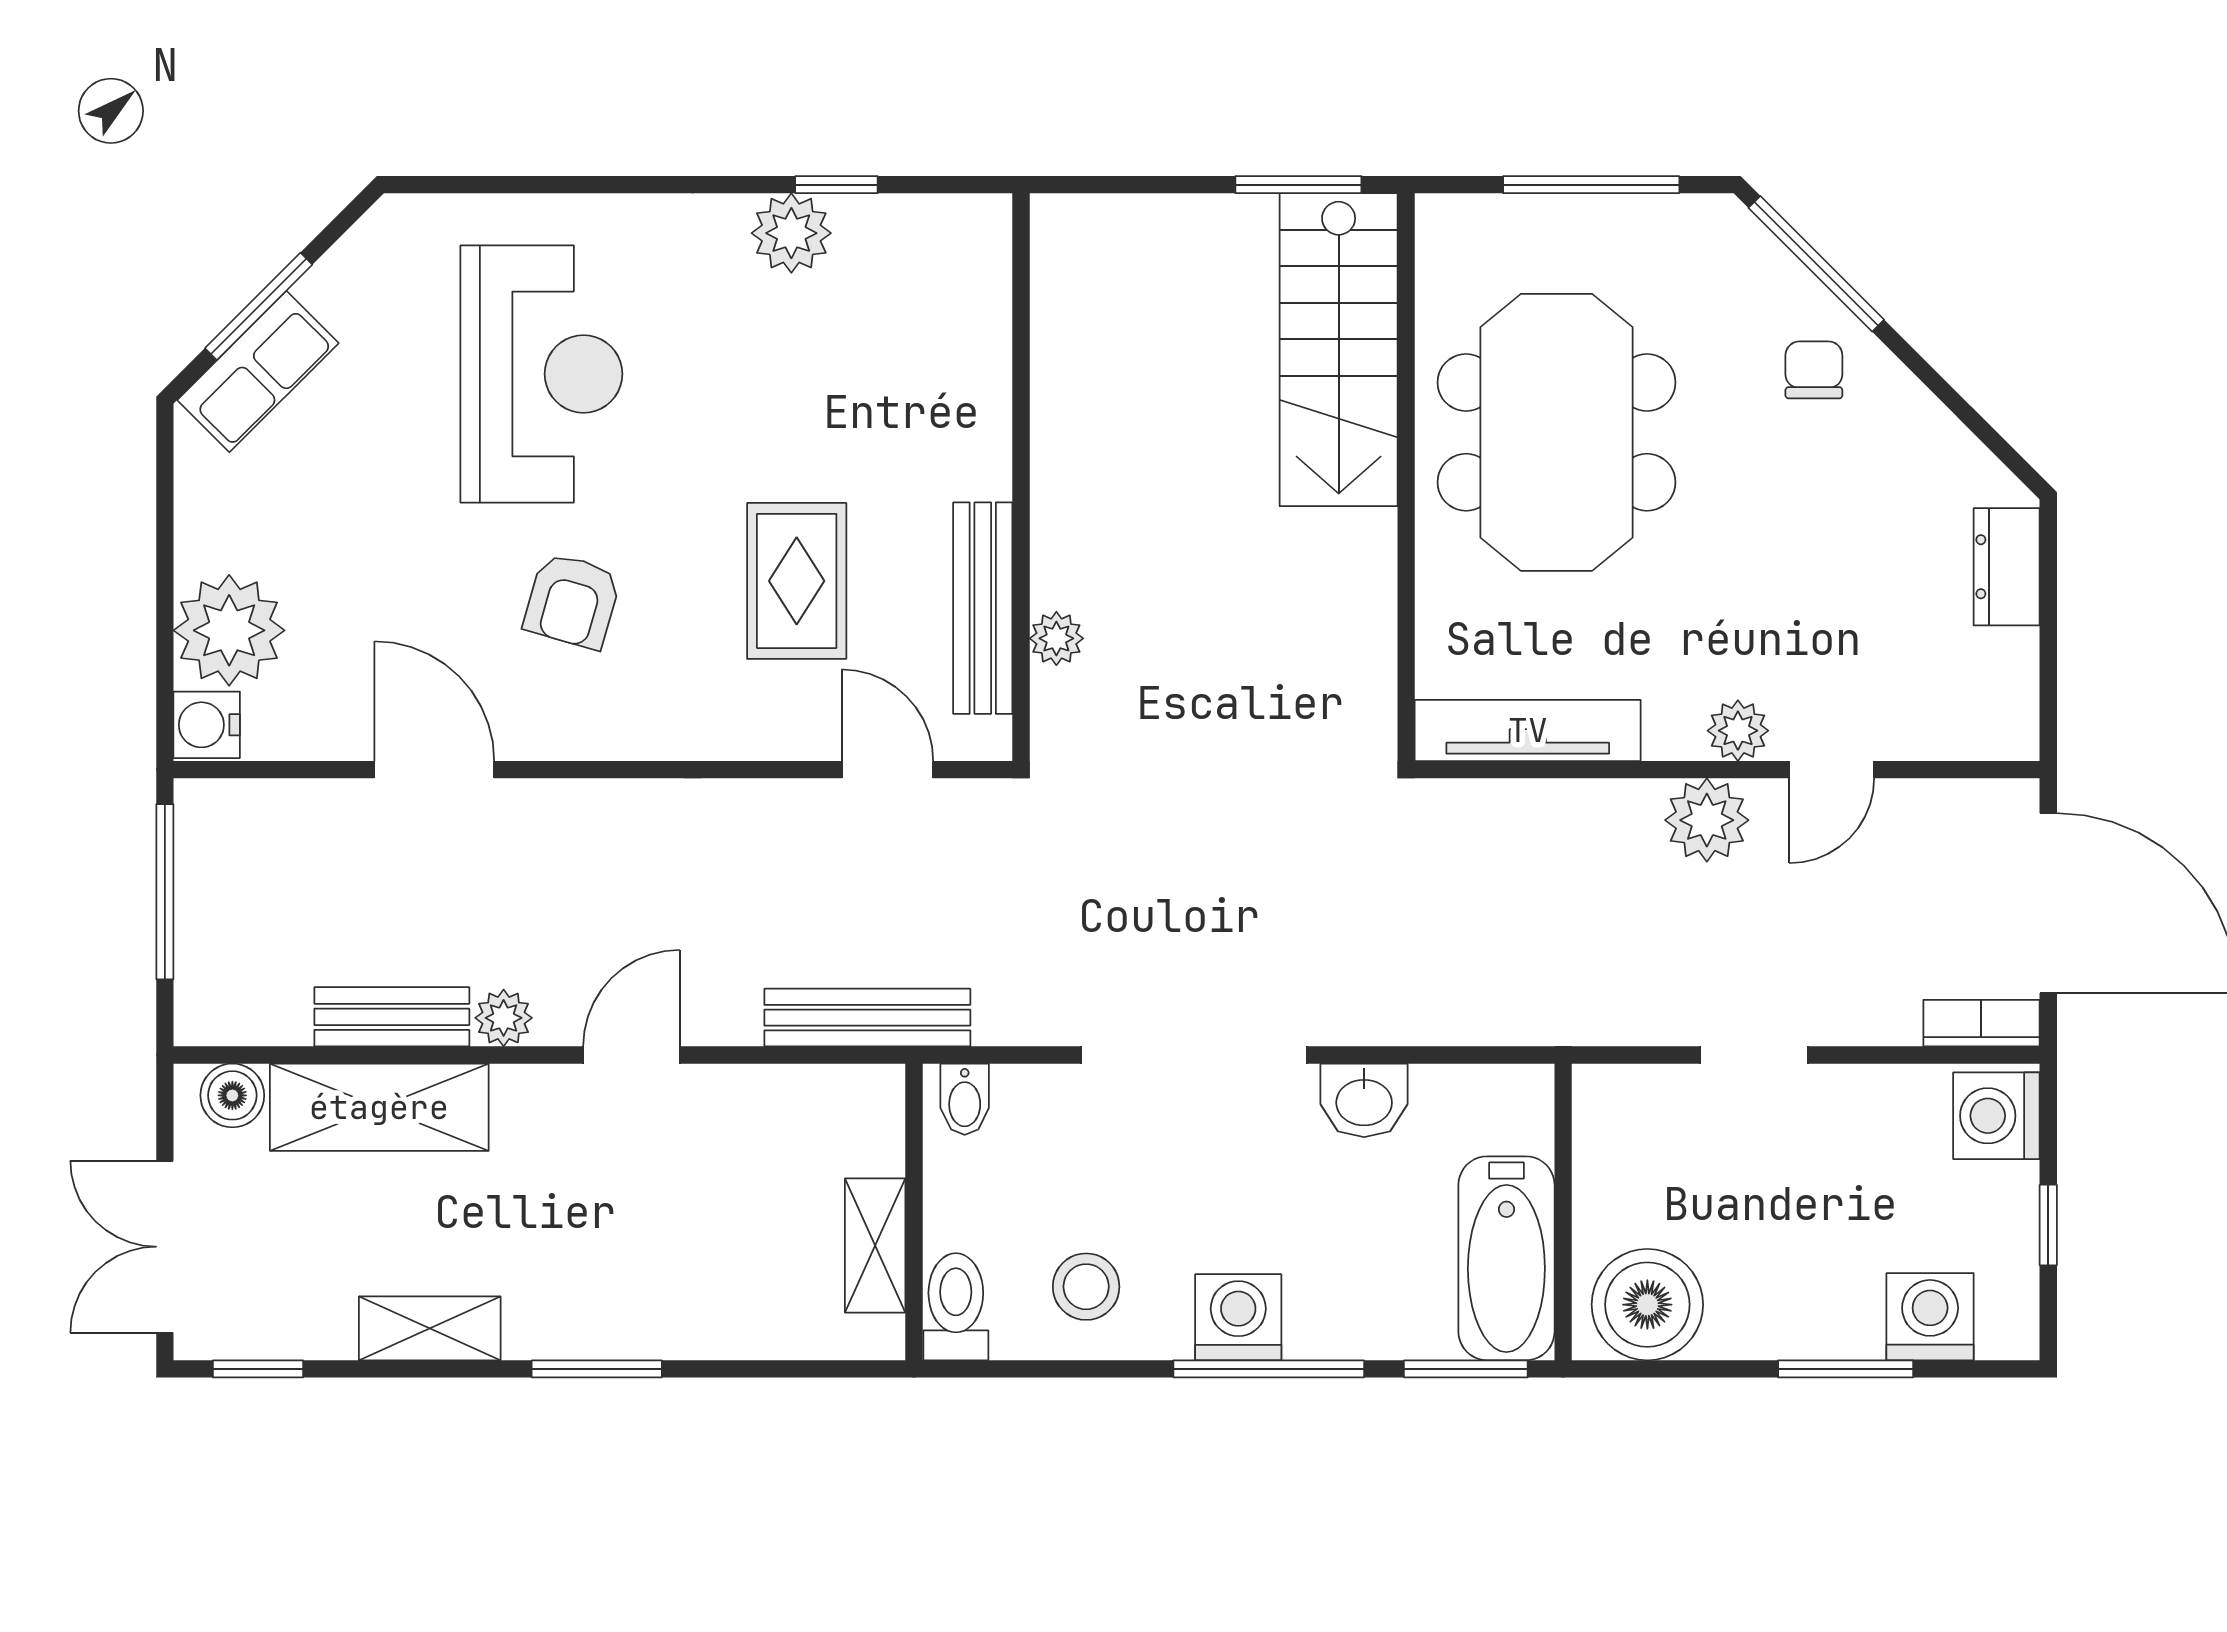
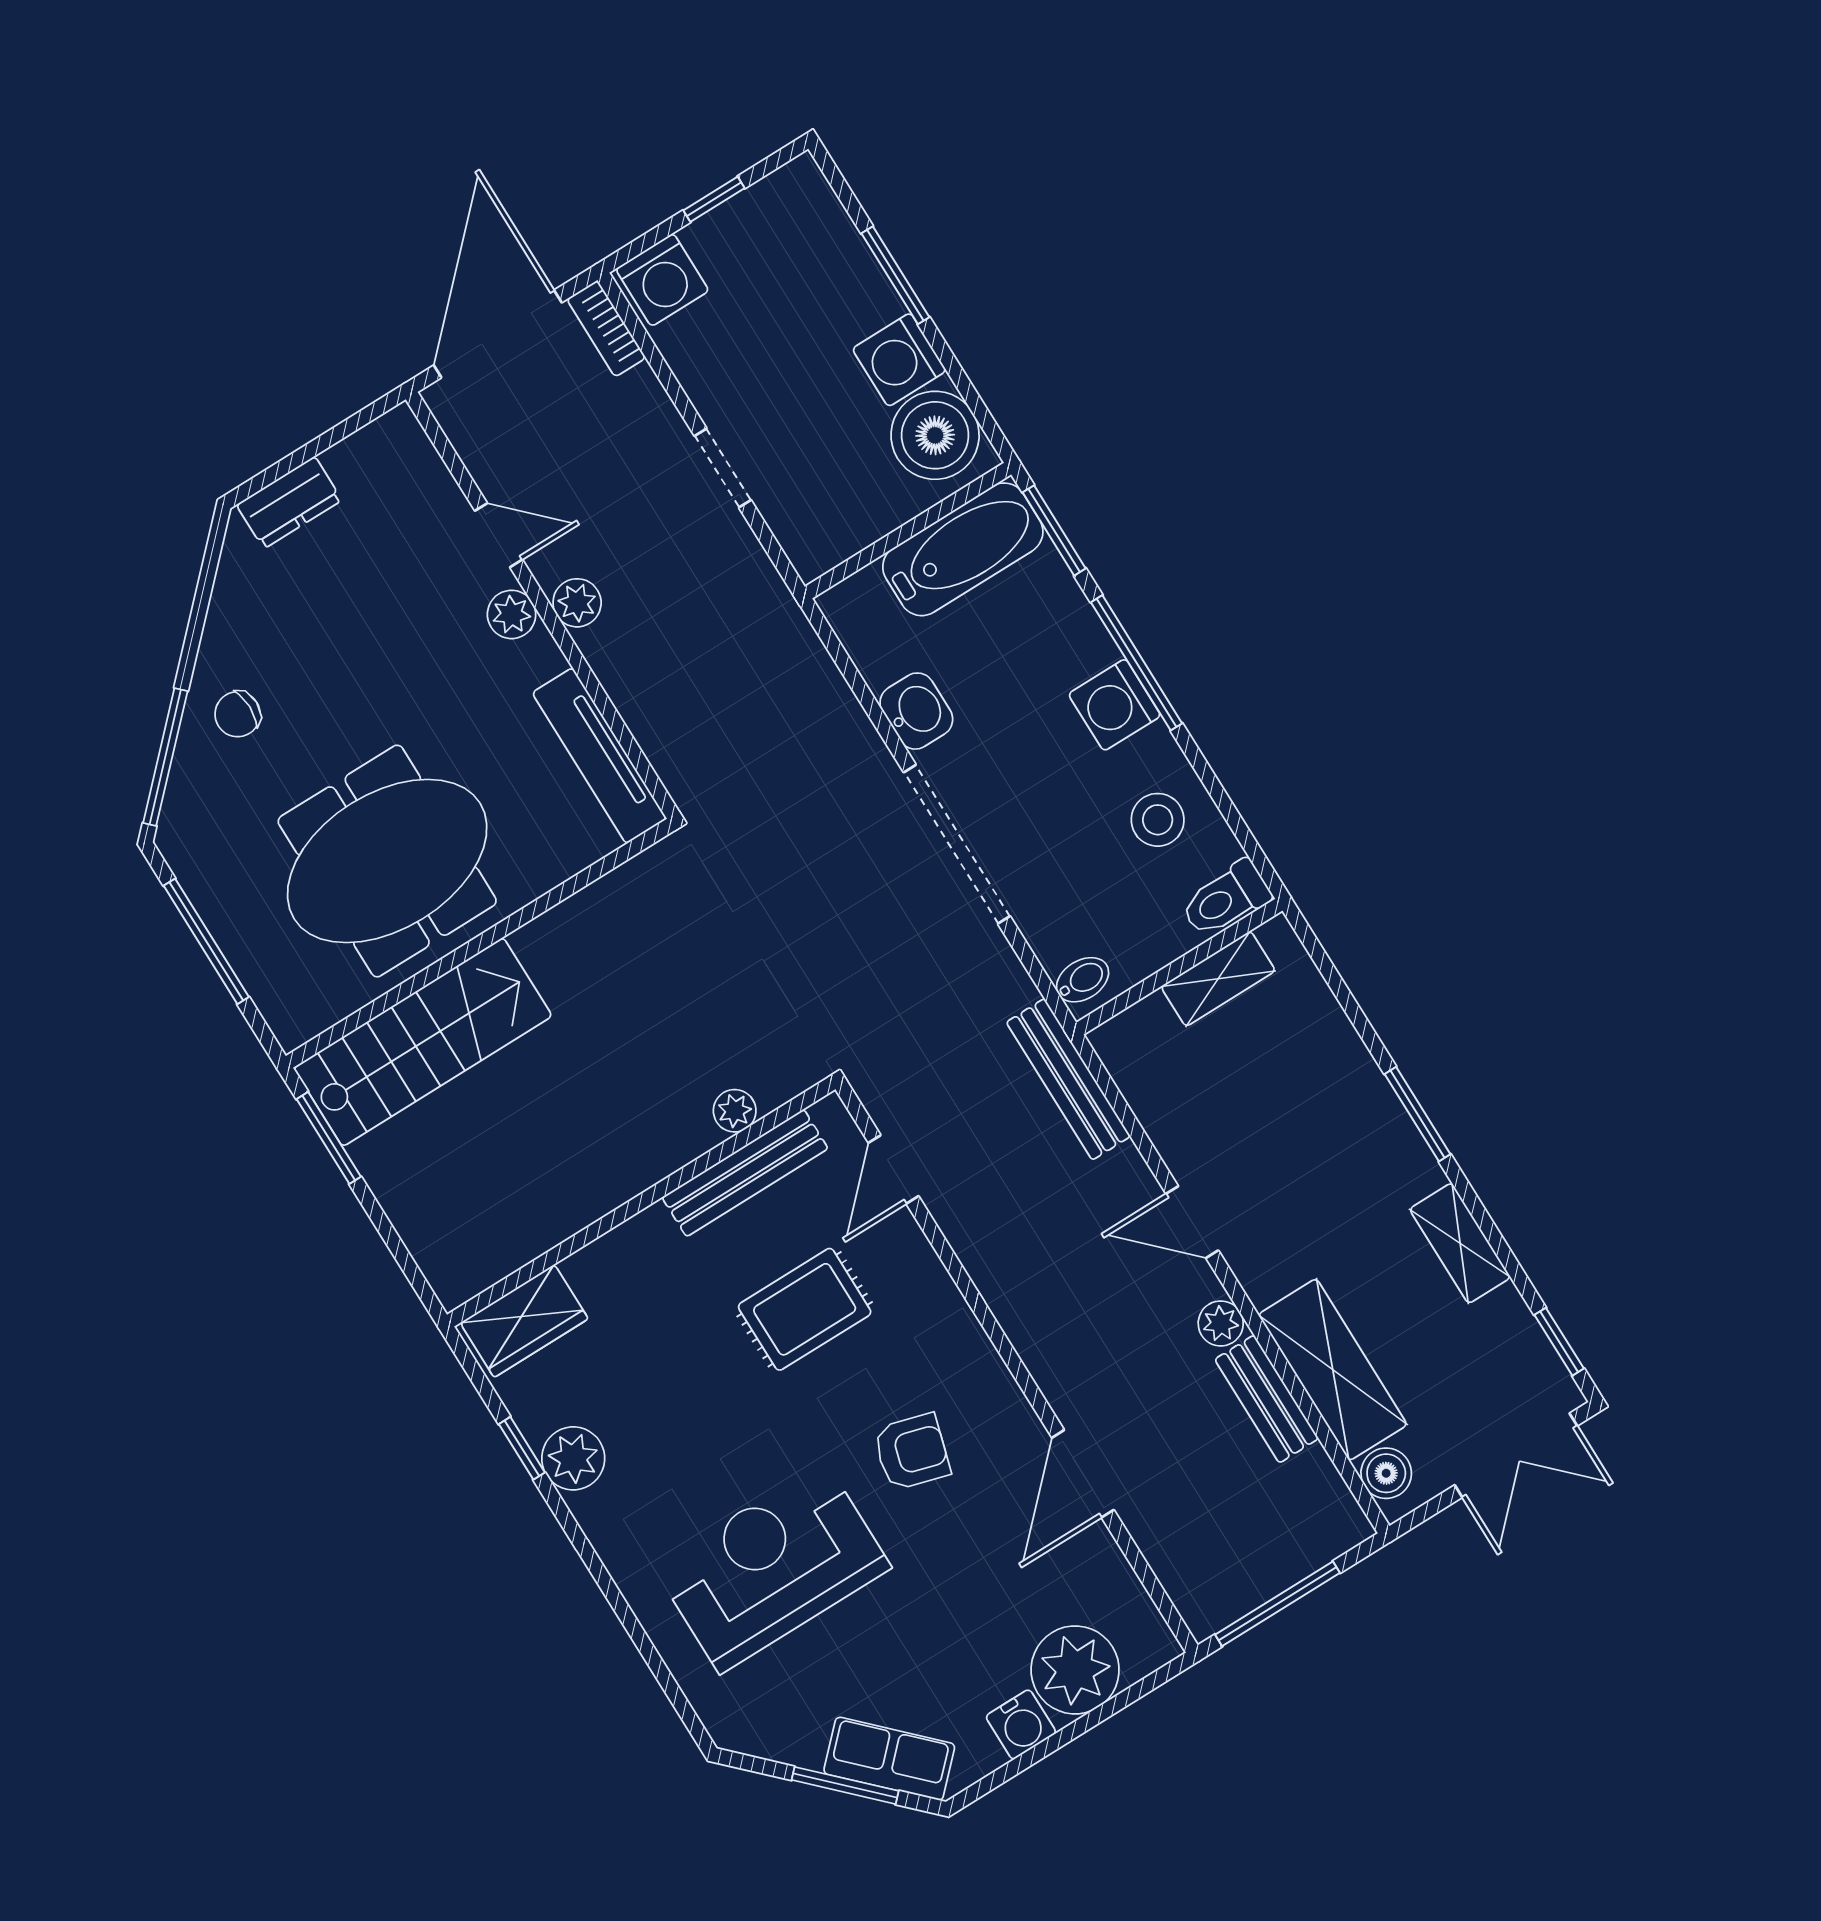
wardrobe: (972, 272) -> (524, 1321), added
water cooler: (207, 725) -> (1021, 1724), moved
plant: (1707, 820) -> (577, 603), width x0.73, depth x0.73
washing machine: (1930, 1317) -> (899, 360), moved

